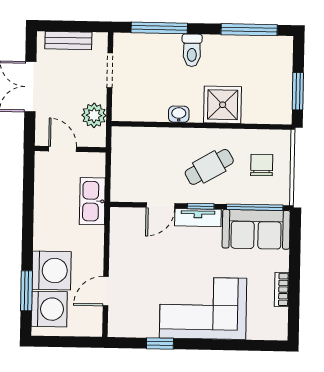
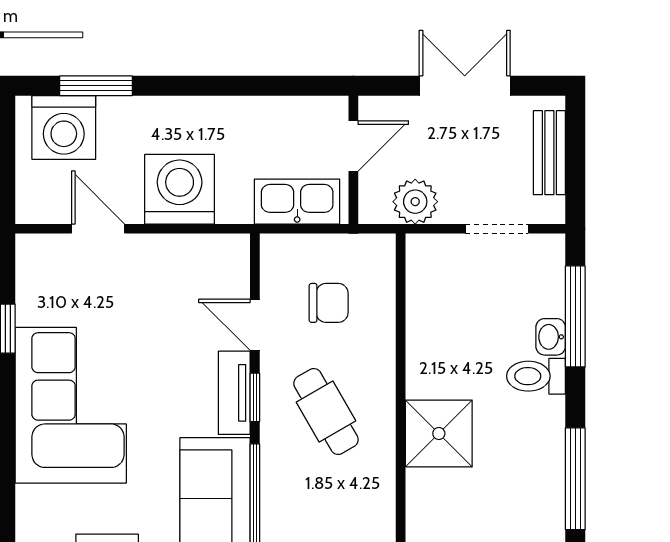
washbasin: (179, 114) -> (551, 337), moved, turned 180
chair: (262, 165) -> (329, 303), moved
kitchen sink: (92, 201) -> (297, 202), moved
washing machine: (52, 270) -> (180, 189), moved, turned 180

